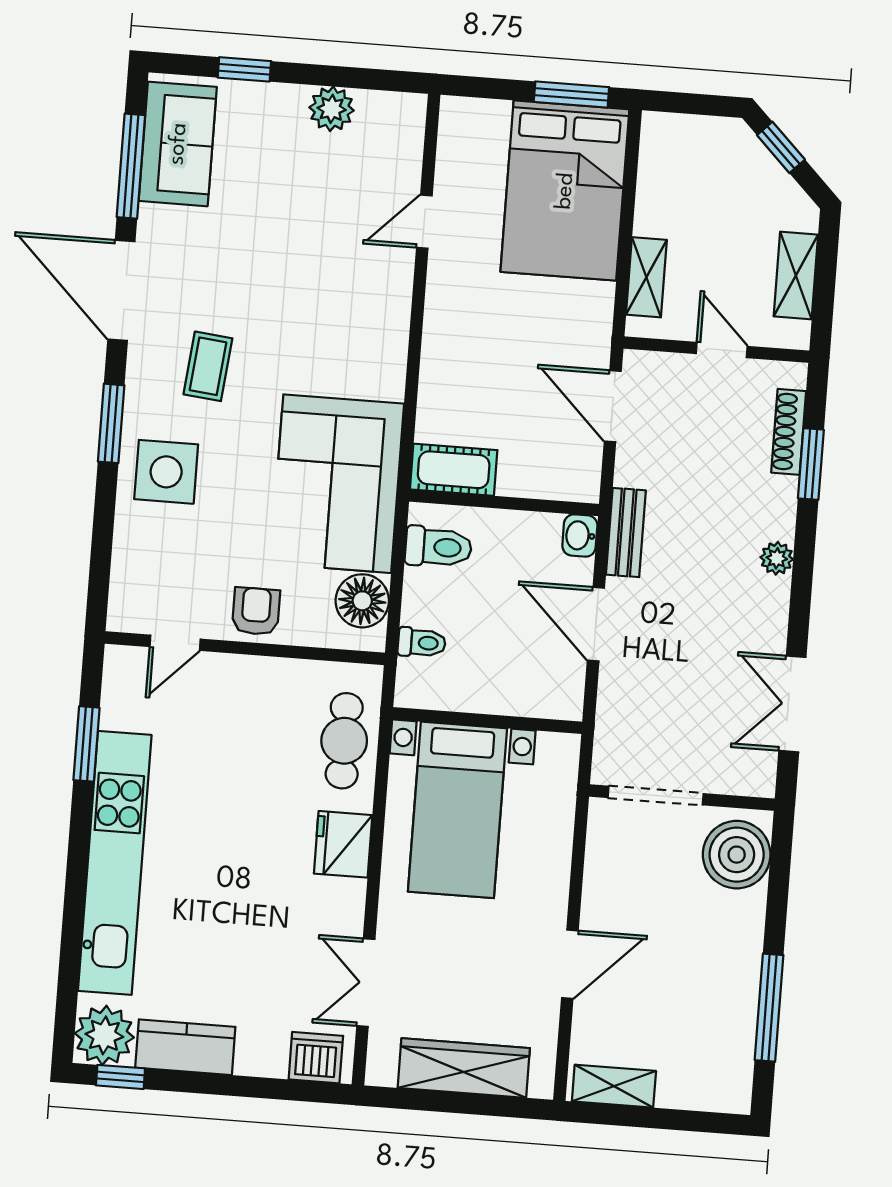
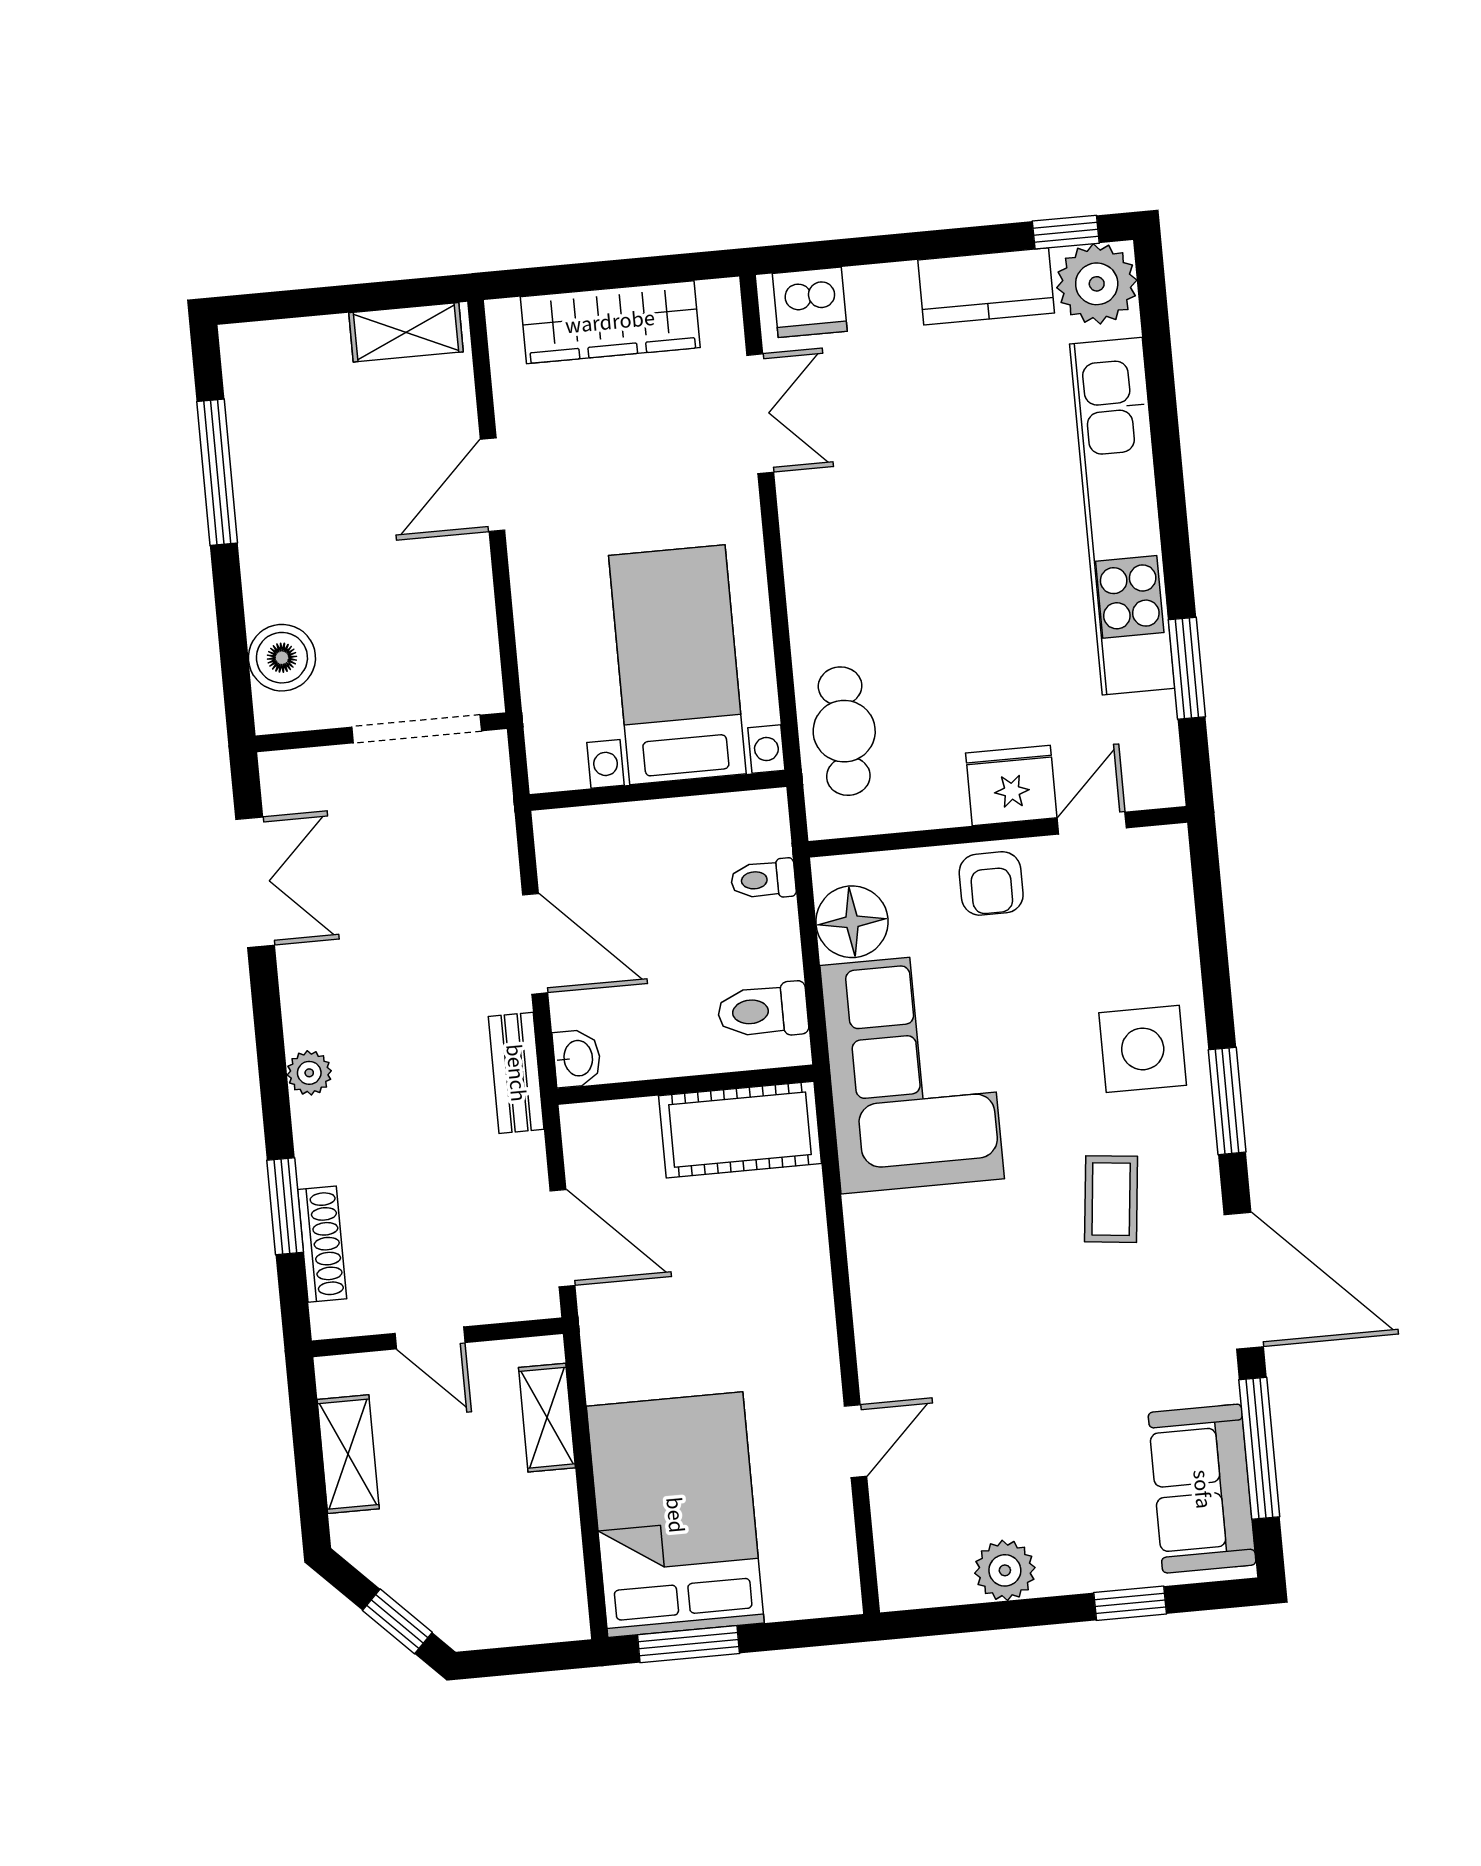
cot: (454, 470) -> (740, 1130), width x1.37, depth x1.34
fridge: (343, 844) -> (1011, 785), moved, turned -90
boiler: (737, 855) -> (282, 658), width x0.73, depth x0.73

